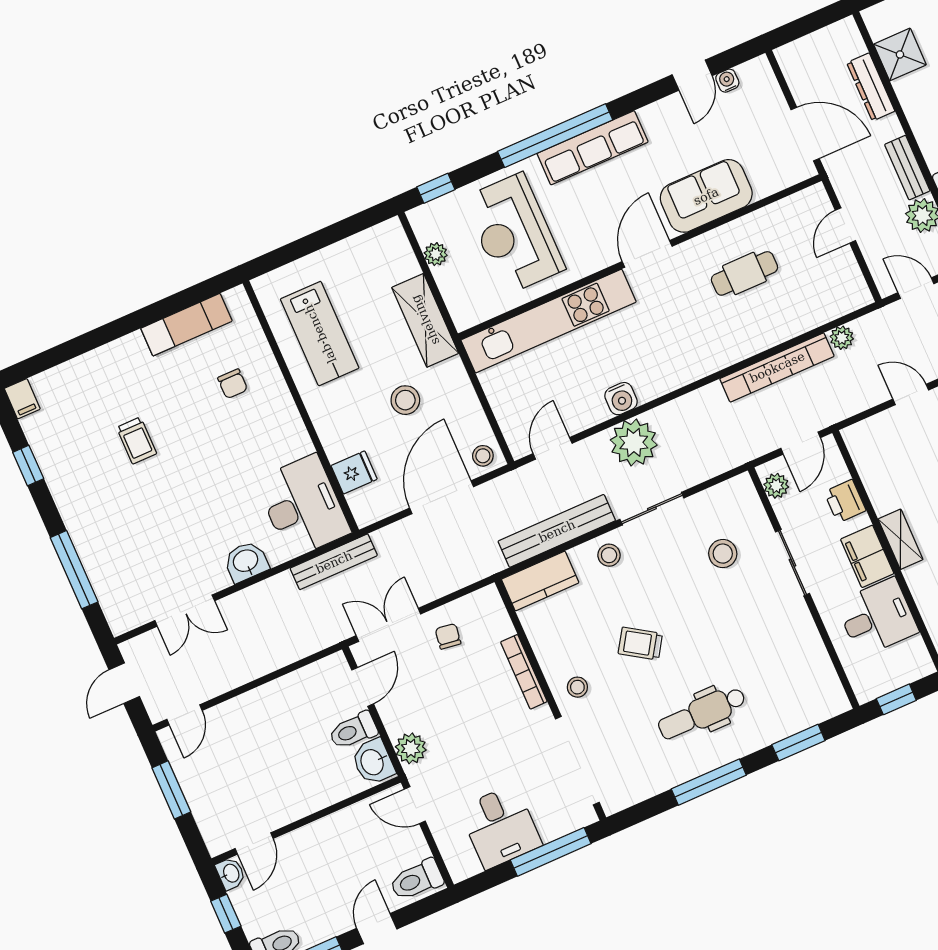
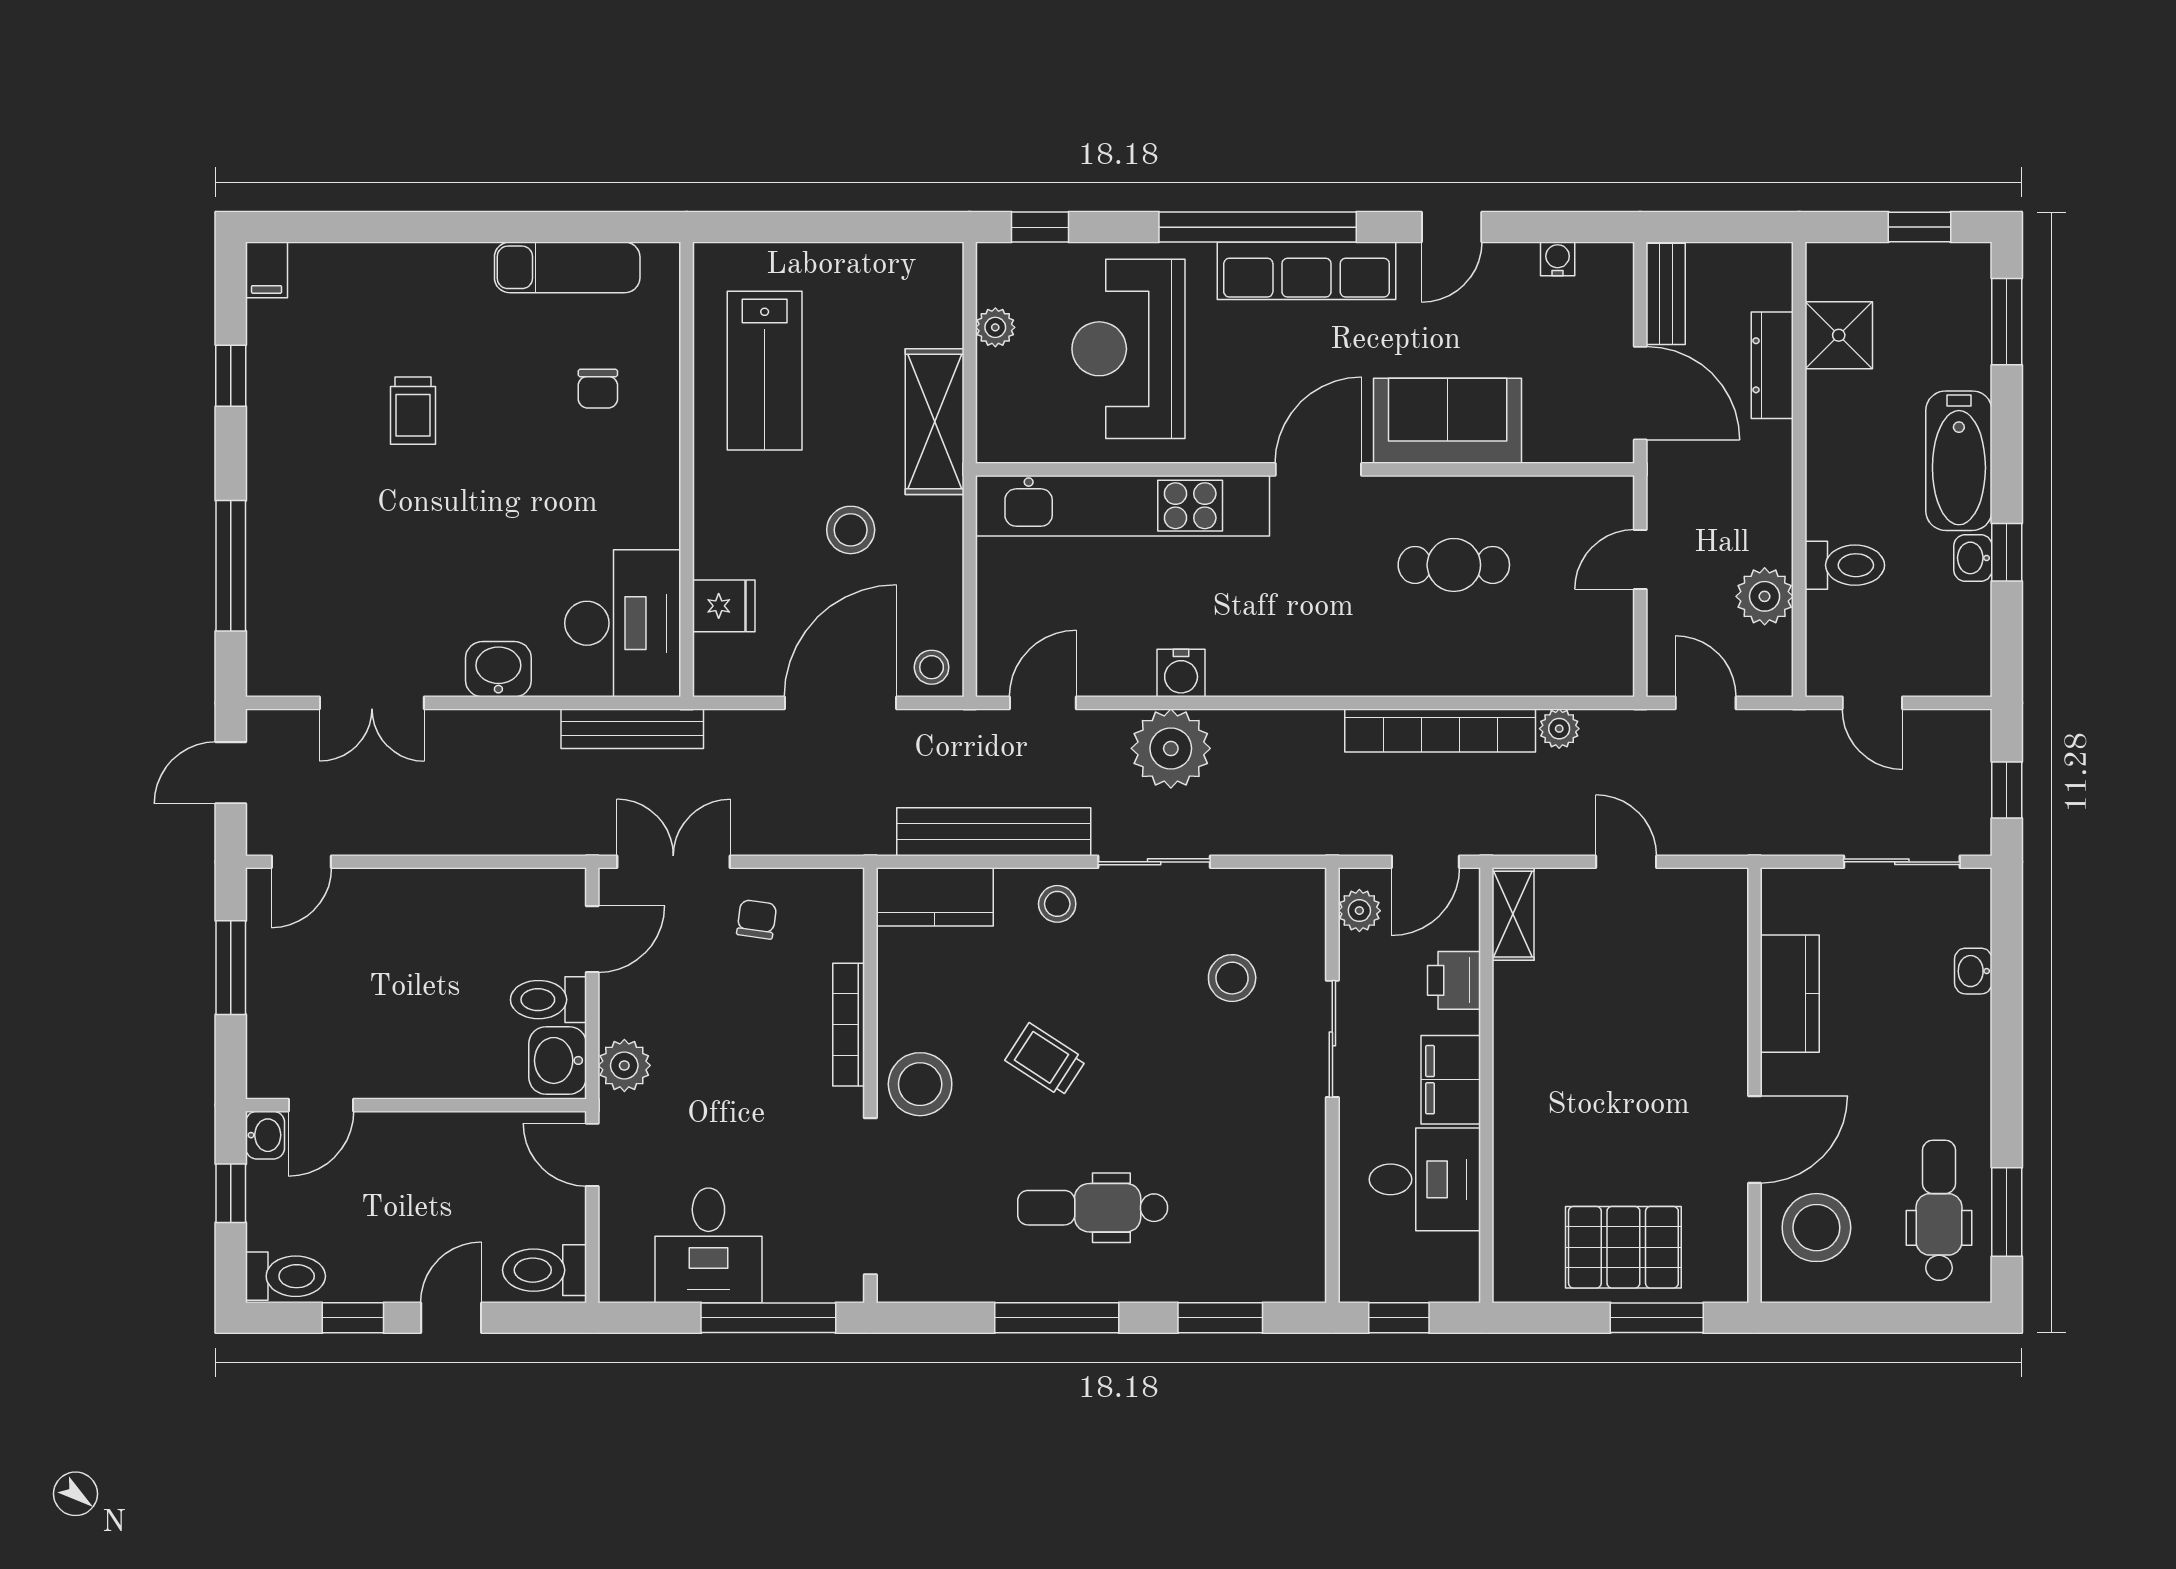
door: (692, 75) -> (1452, 227), moved
bench: (907, 168) -> (1666, 294), moved
shelving: (901, 539) -> (1513, 914), moved
stool: (577, 687) -> (920, 1084), width x1.89, depth x1.89

